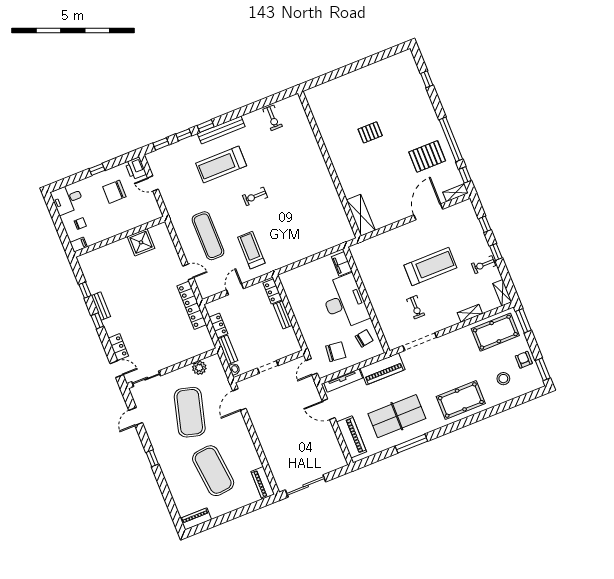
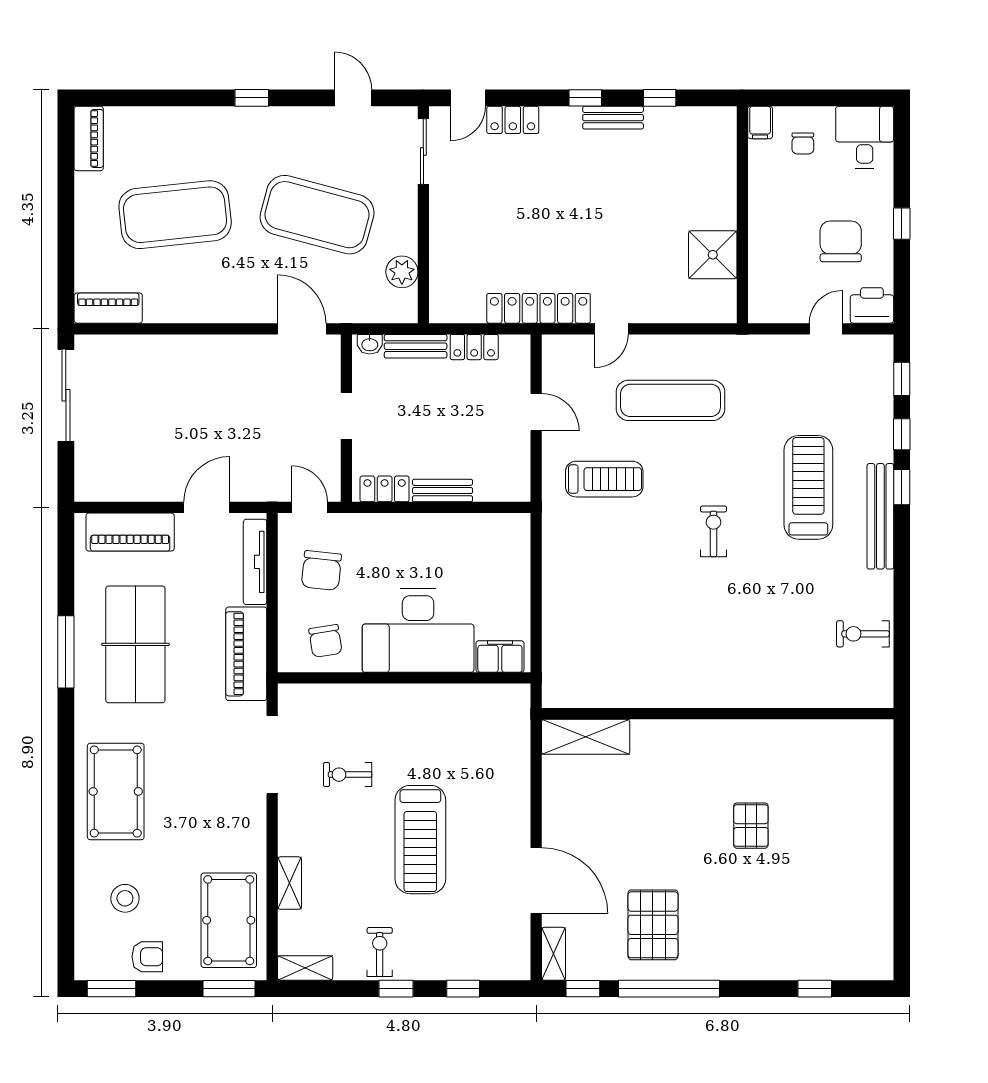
locker: (273, 291) -> (385, 489), moved

